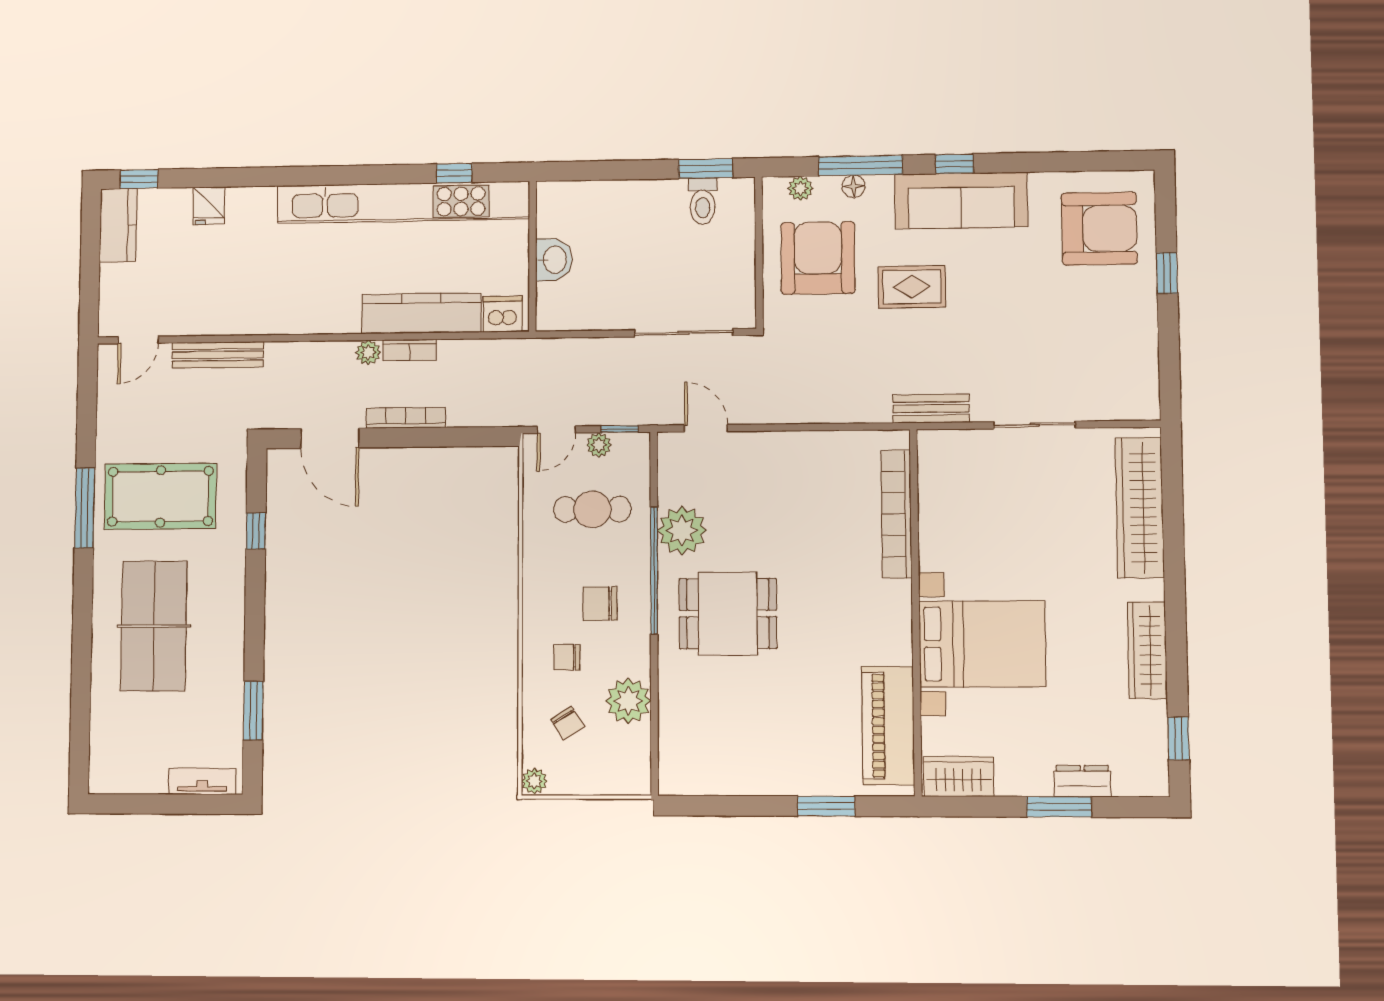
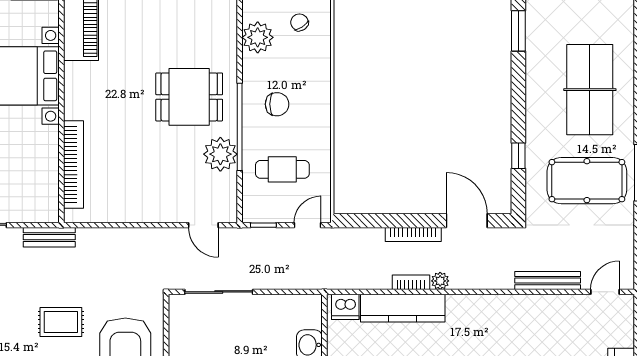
plant: (599, 445) -> (278, 214), removed
chair: (567, 657) -> (300, 67), removed

